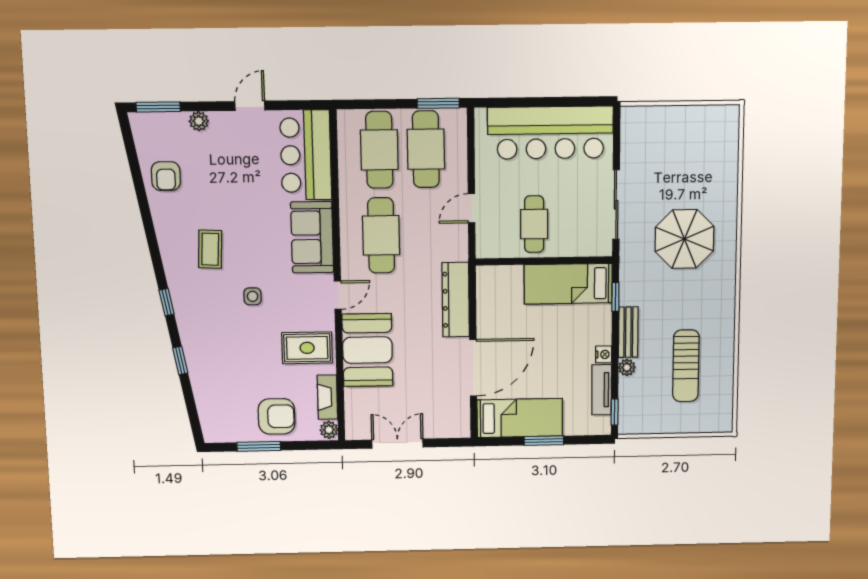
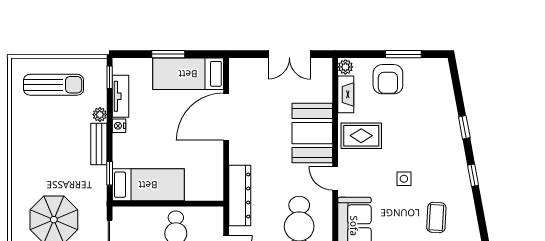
door: (338, 295) -> (335, 178), hinge flipped
dresser: (456, 300) -> (240, 196), moved
sun lounger: (686, 366) -> (54, 85), moved, turned 90
armchair: (277, 416) -> (388, 79), turned -90

